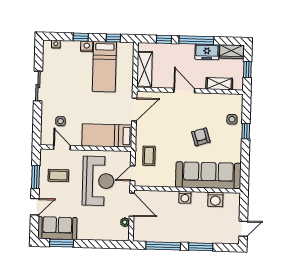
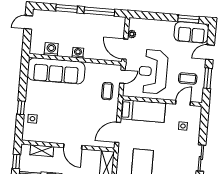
armchair: (201, 137) -> (61, 105), removed
door: (62, 147) -> (183, 103), swing flipped

